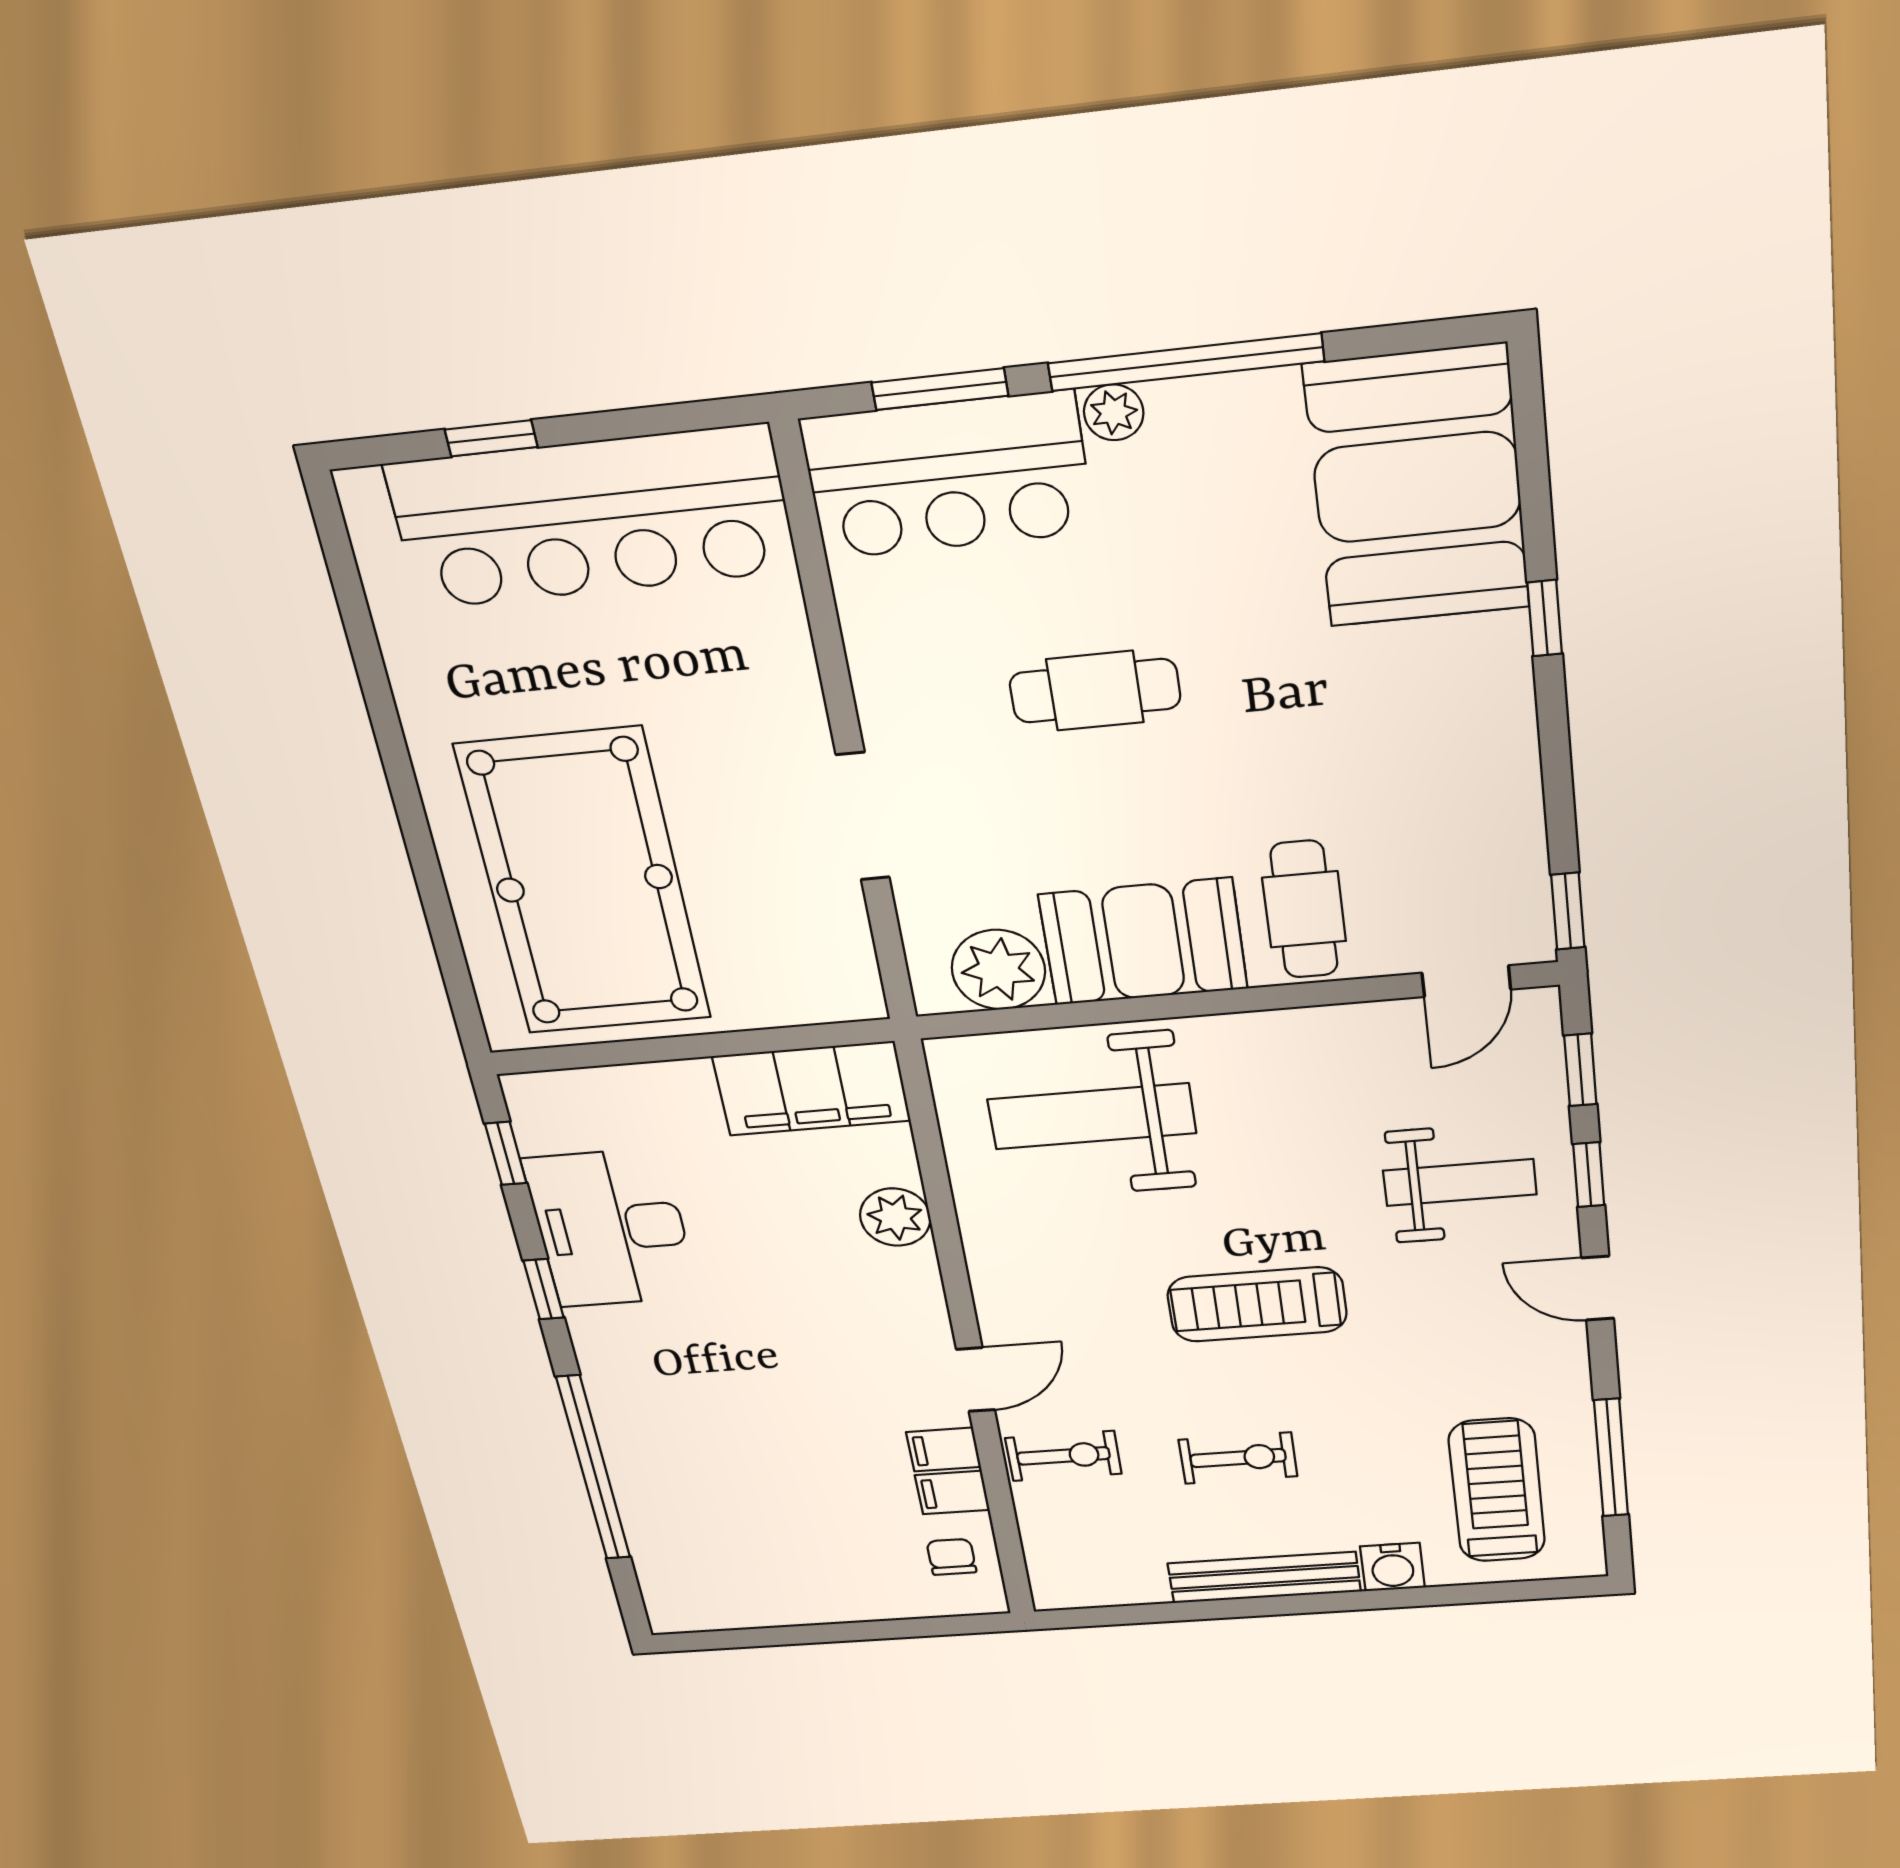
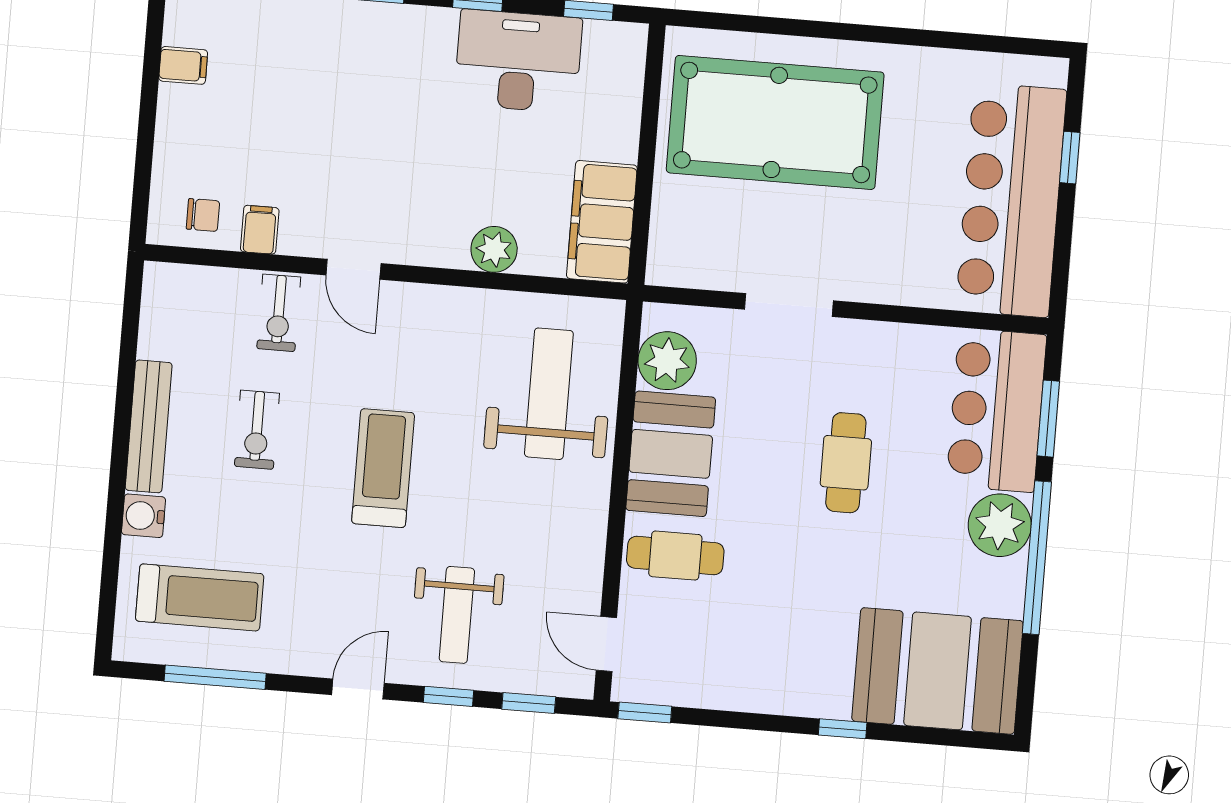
plant: (1114, 412) -> (1000, 525), width x1.88, depth x1.88
filing cabinet: (944, 1450) -> (183, 65), moved, turned 90

